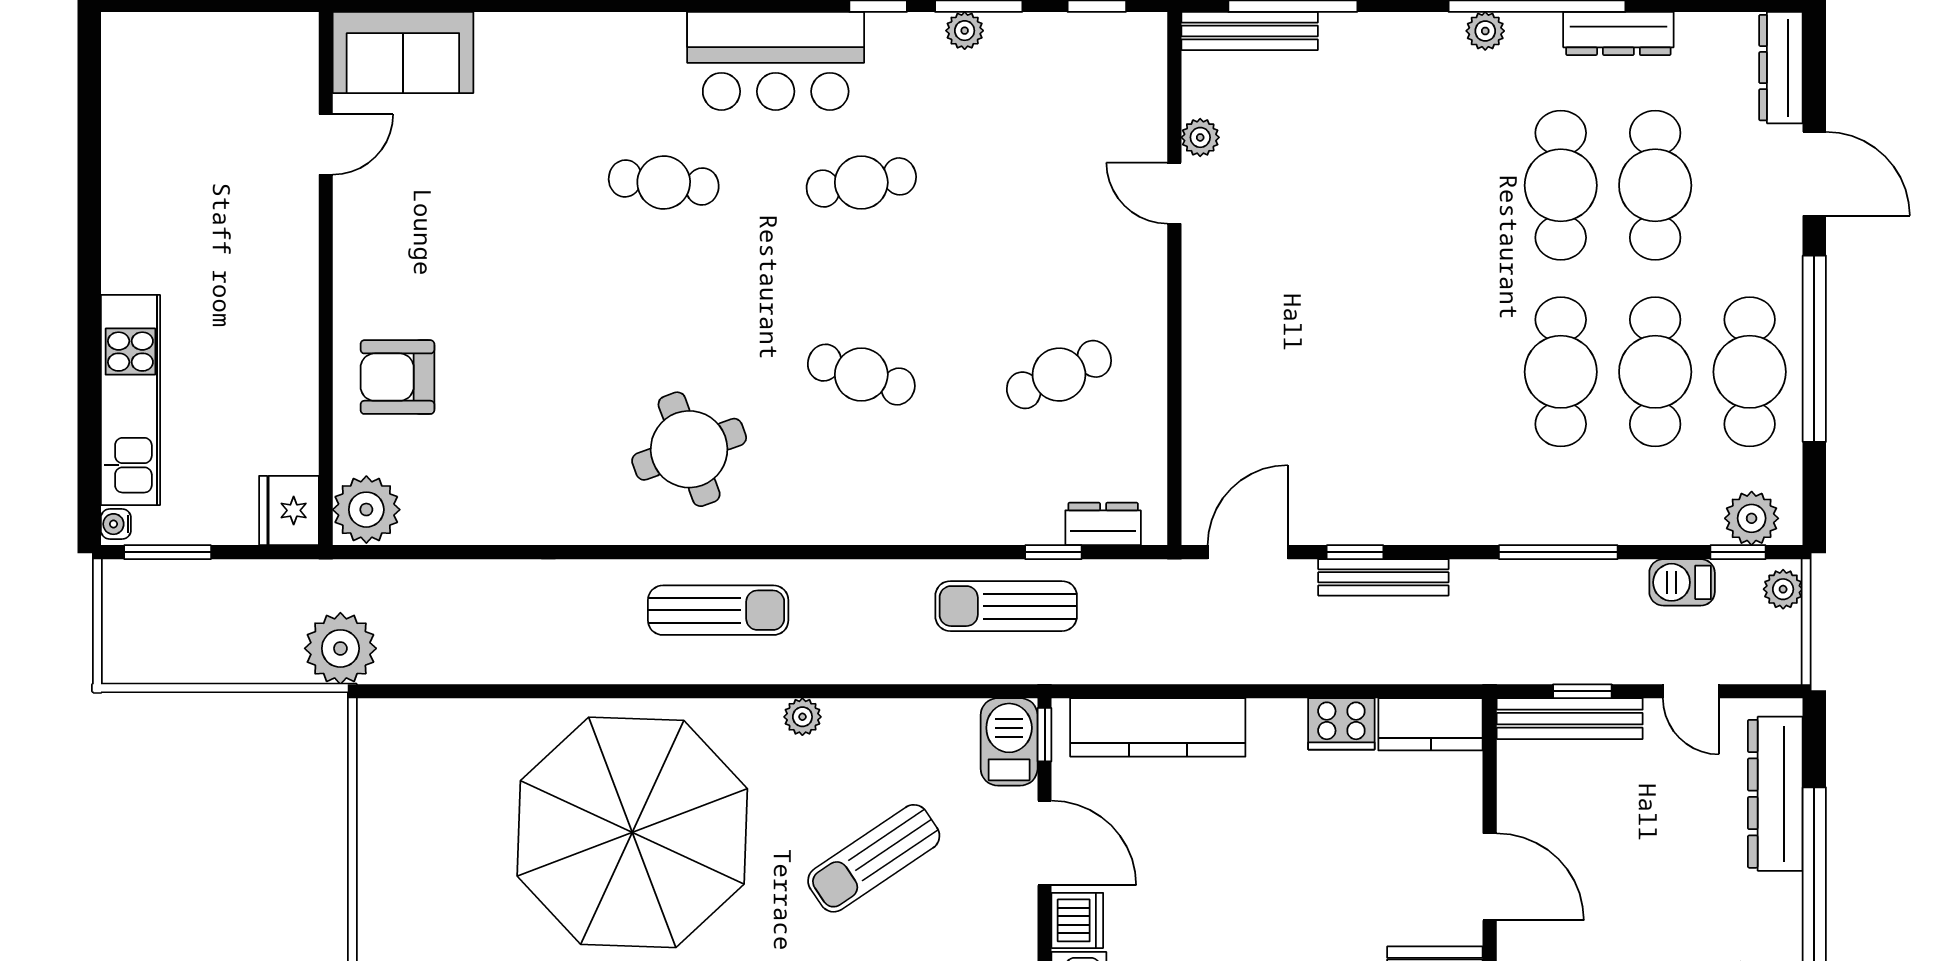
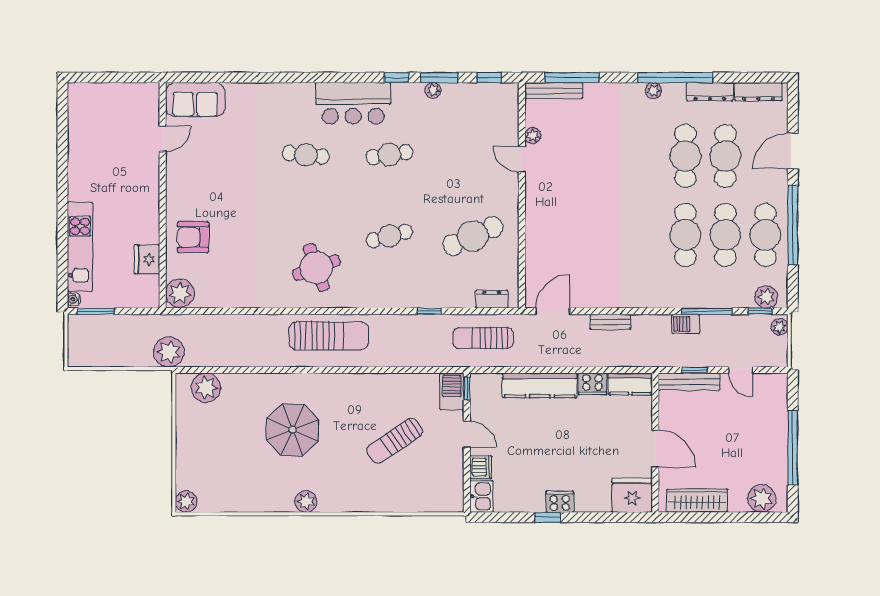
dresser: (1781, 68) -> (758, 92), moved, turned -90
door: (1814, 174) -> (793, 151), swing flipped
cafe table: (861, 375) -> (389, 236), turned -33
cafe table: (1059, 375) -> (473, 236), width x1.37, depth x1.35
fridge: (289, 510) -> (147, 259), moved
window: (1053, 552) -> (429, 311), moved
window: (1355, 552) -> (598, 311), removed
window: (1558, 552) -> (706, 311), moved
bench: (1383, 577) -> (610, 322), width x0.73
barbecue: (1682, 582) -> (686, 324), moved
sun lounger: (1006, 606) -> (483, 338), moved
sun lounger: (718, 610) -> (329, 336), width x1.36, depth x1.34
plant: (802, 717) -> (206, 388), moved, width x1.87, depth x1.87
kitchen counter: (1158, 727) -> (540, 385), moved
dresser: (1775, 794) -> (776, 413), removed
parasol: (632, 832) -> (292, 430), width x0.54, depth x0.54
door: (1045, 843) -> (467, 434), width x0.73

